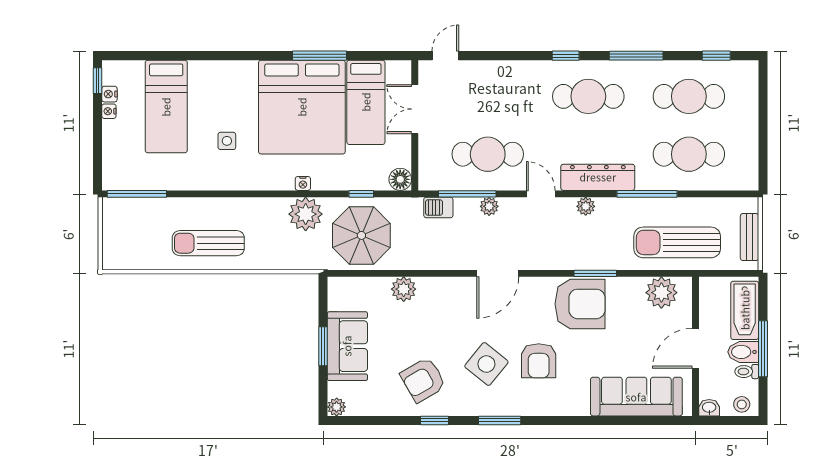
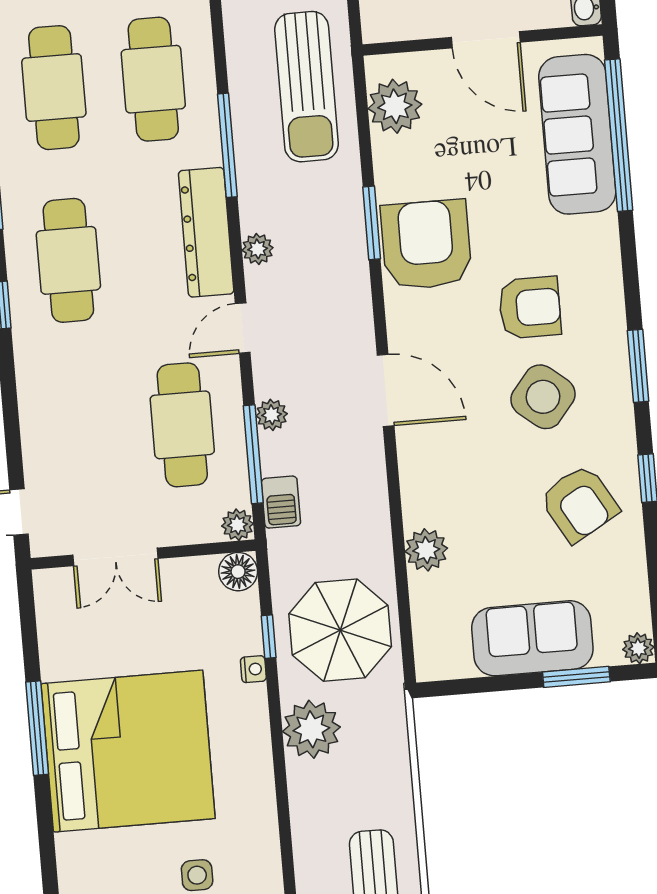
bed: (366, 102) -> (111, 642), removed
plant: (427, 181) -> (238, 525), added
nightstand: (303, 183) -> (253, 669), moved
window: (323, 346) -> (576, 677), moved
window: (634, 420) -> (619, 135), added

